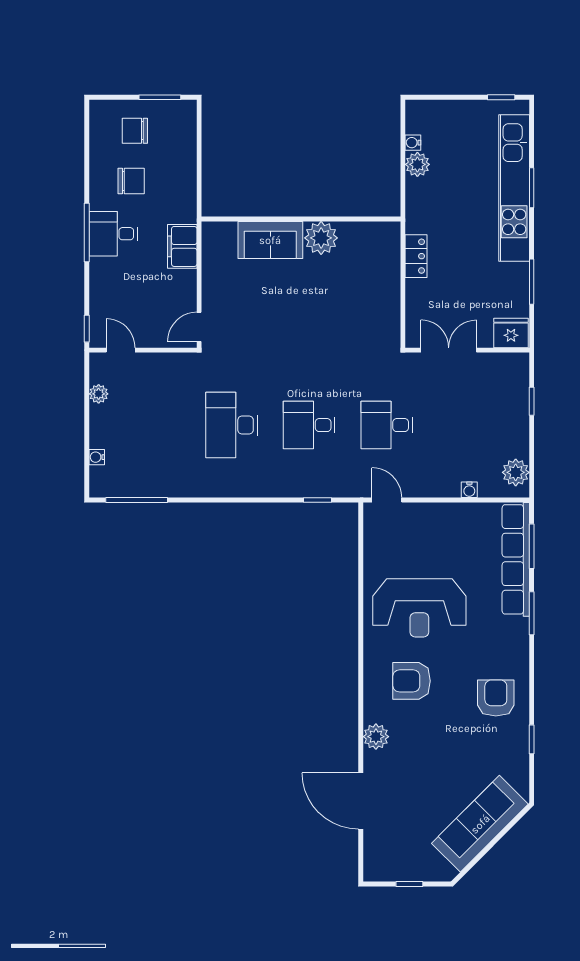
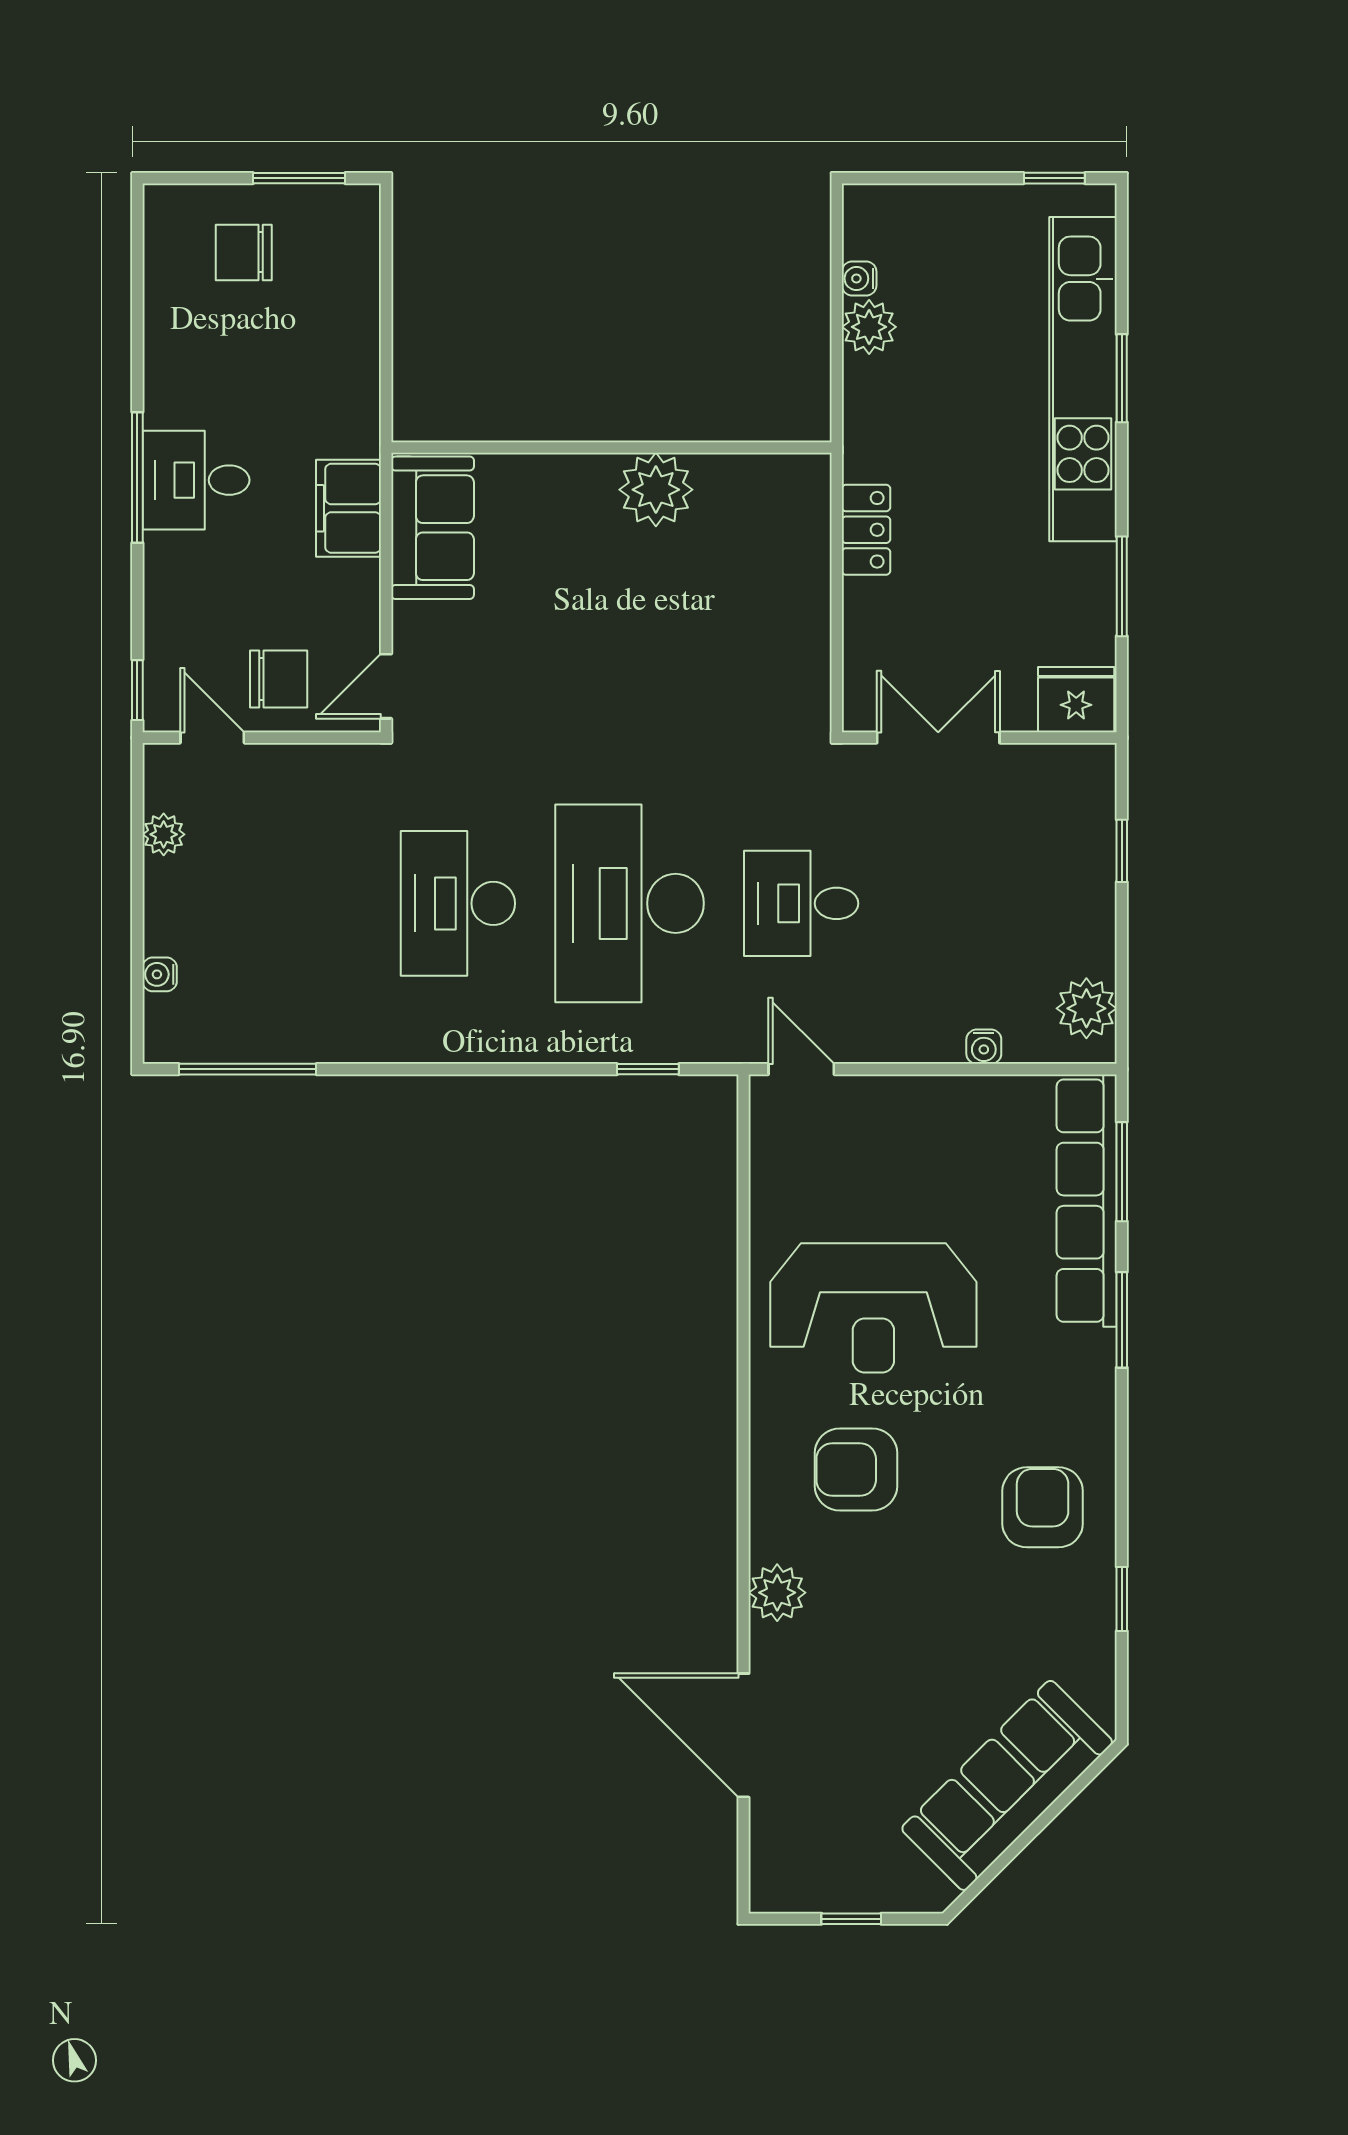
chair: (131, 181) -> (279, 679), moved
sofa: (270, 240) -> (433, 528), moved, turned -90
desk: (309, 425) -> (630, 903), width x1.87, depth x1.30

